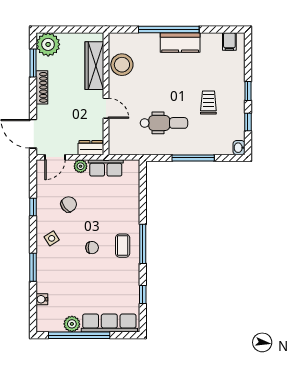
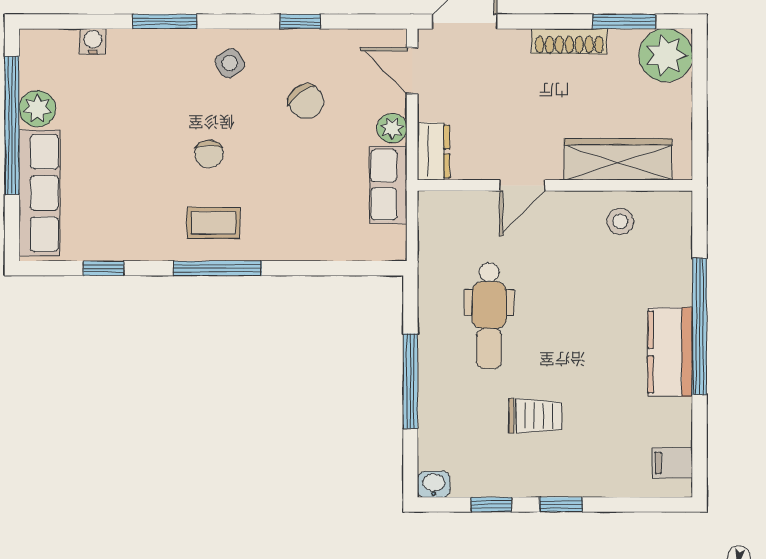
stool: (122, 65) -> (620, 221), width x0.53, depth x0.53

